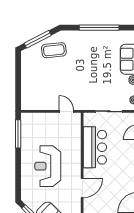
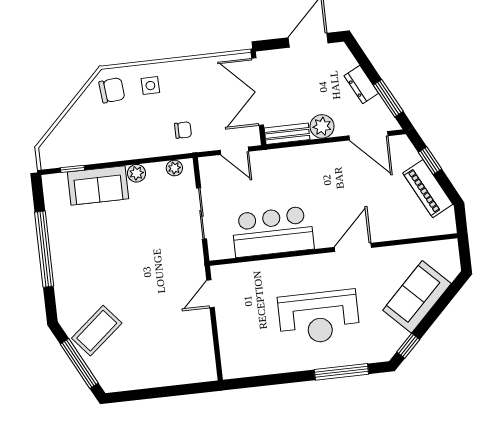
coffee table: (54, 50) -> (97, 331), turned 56
window: (18, 134) -> (341, 372), moved
door: (82, 188) -> (353, 247), hinge flipped

